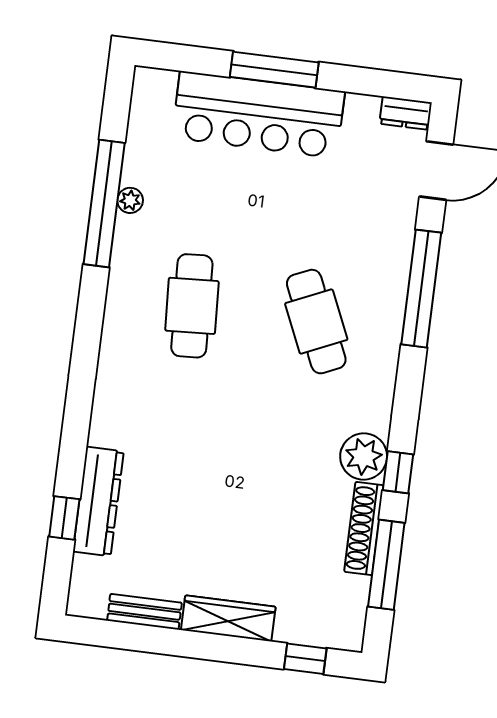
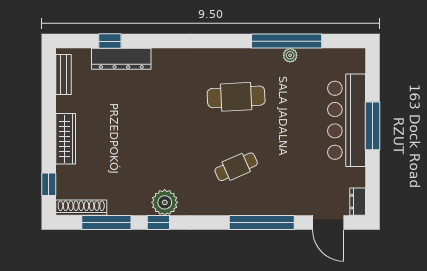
cafe table: (316, 322) -> (236, 167), width x0.73, depth x0.74
shoe rack: (364, 528) -> (81, 208), moved
bench: (144, 612) -> (63, 74), moved

